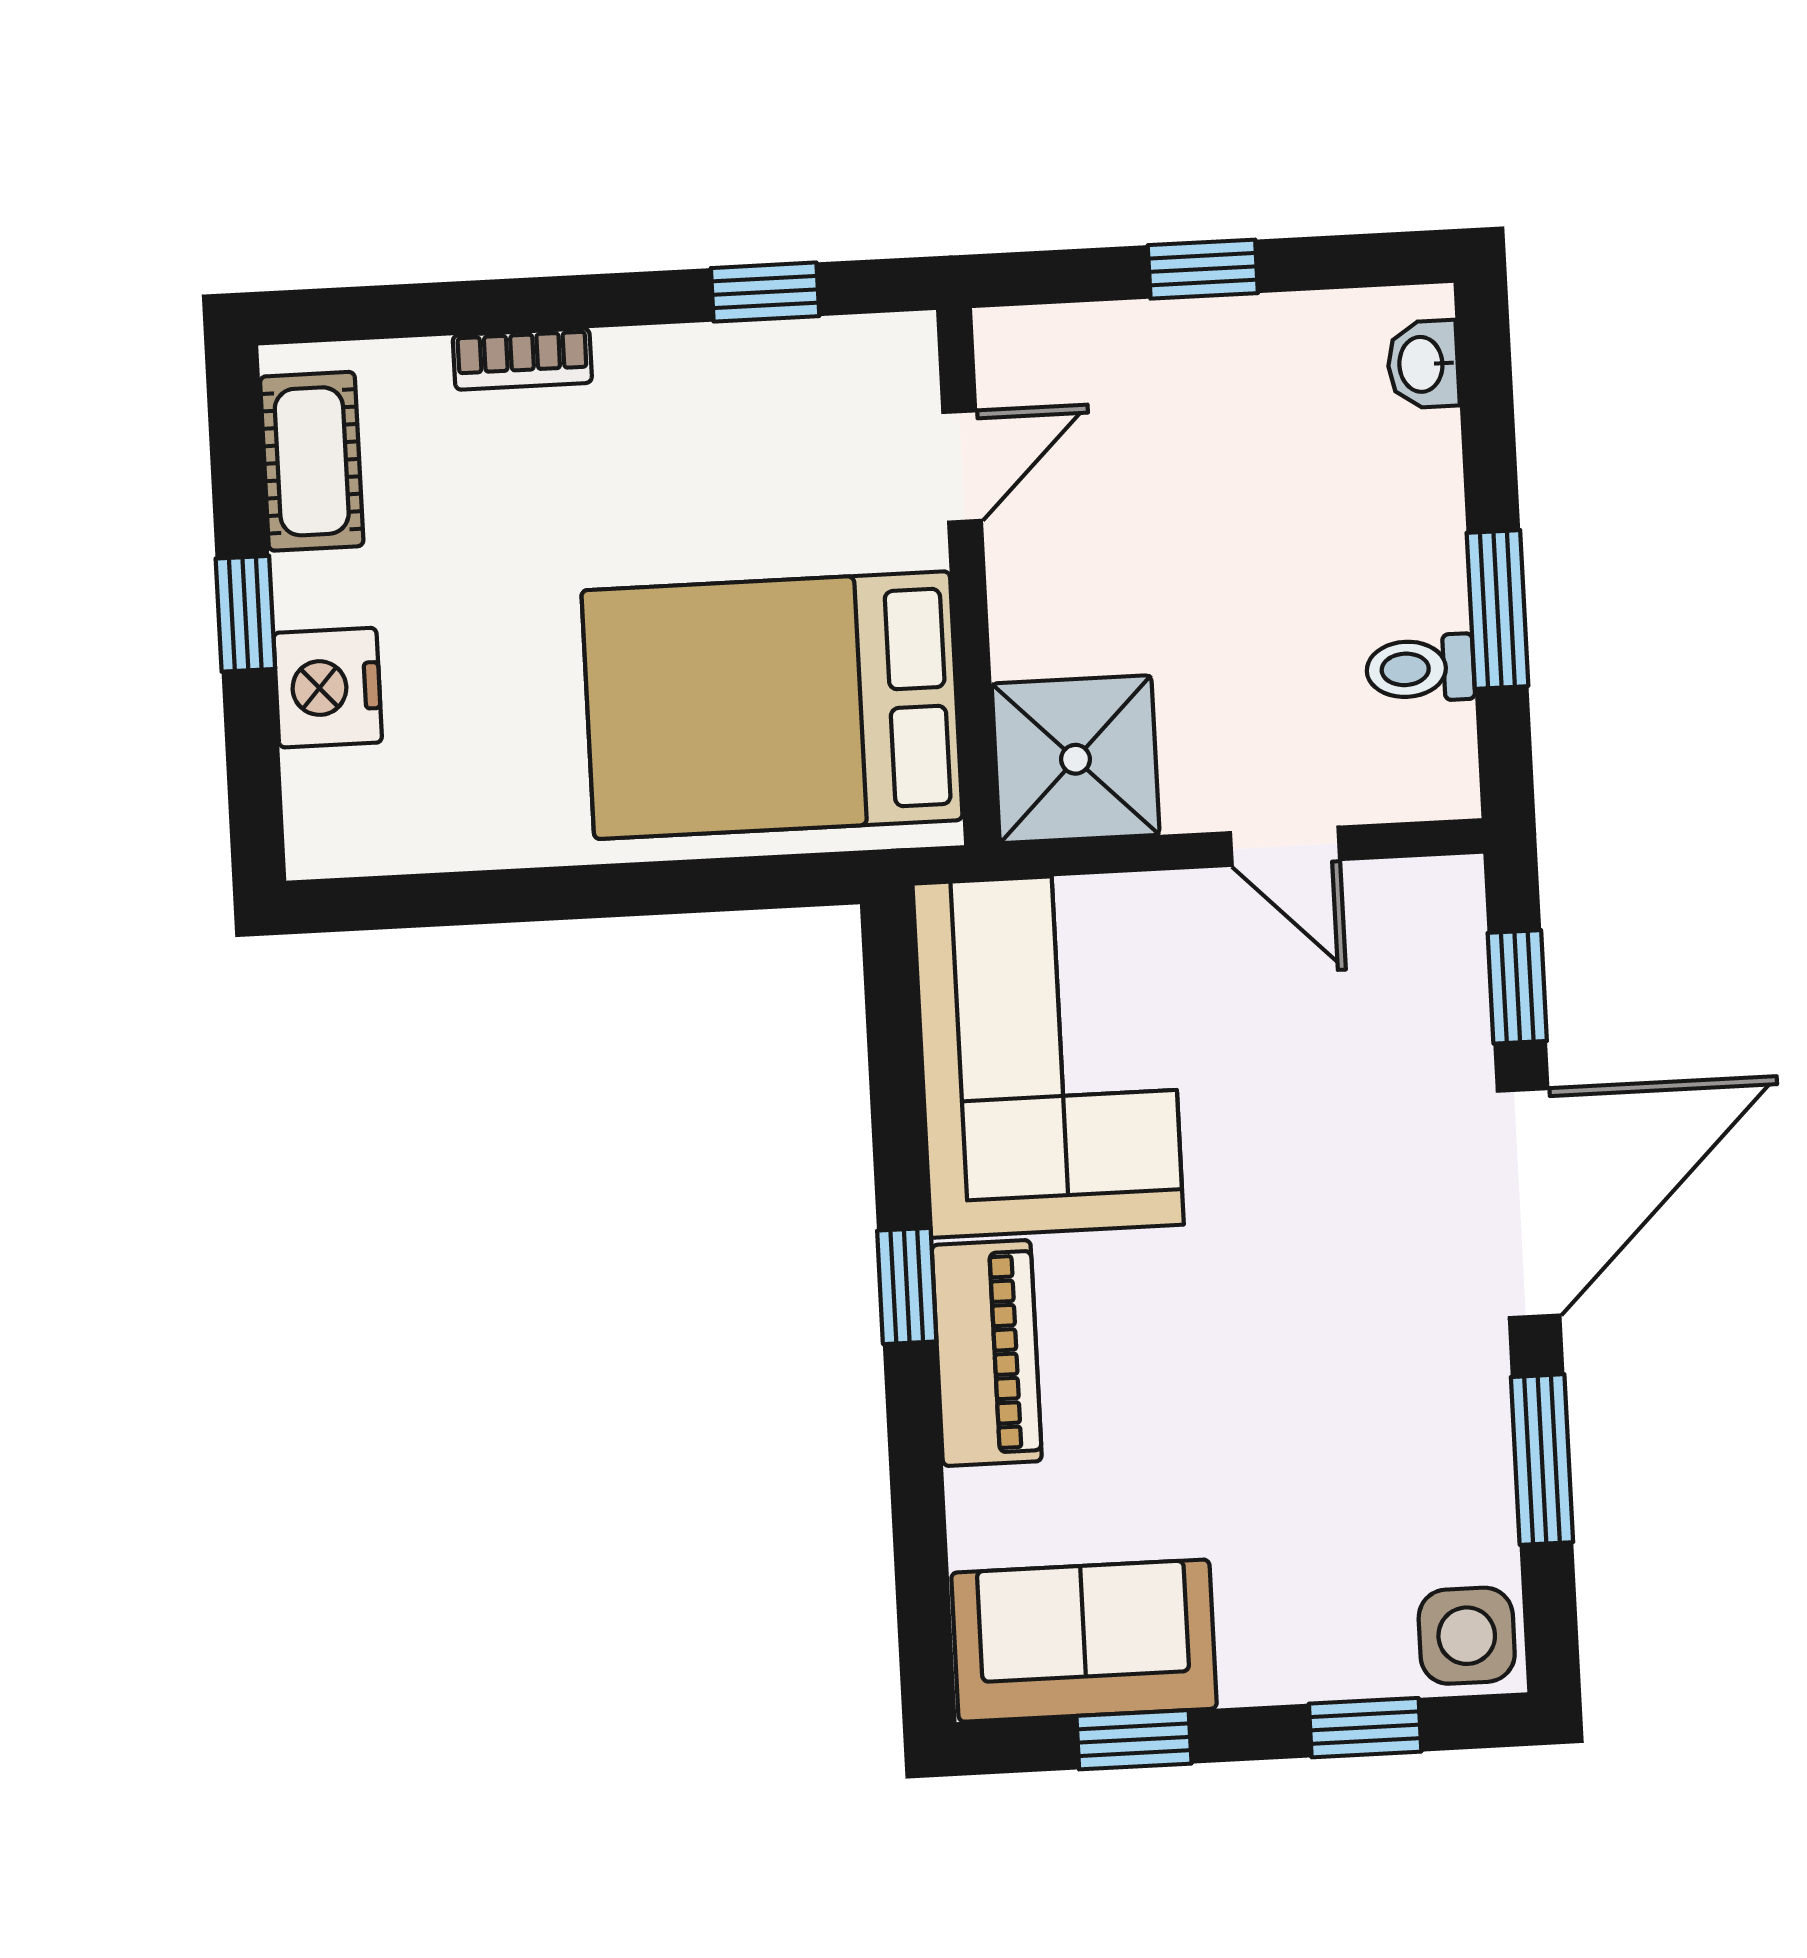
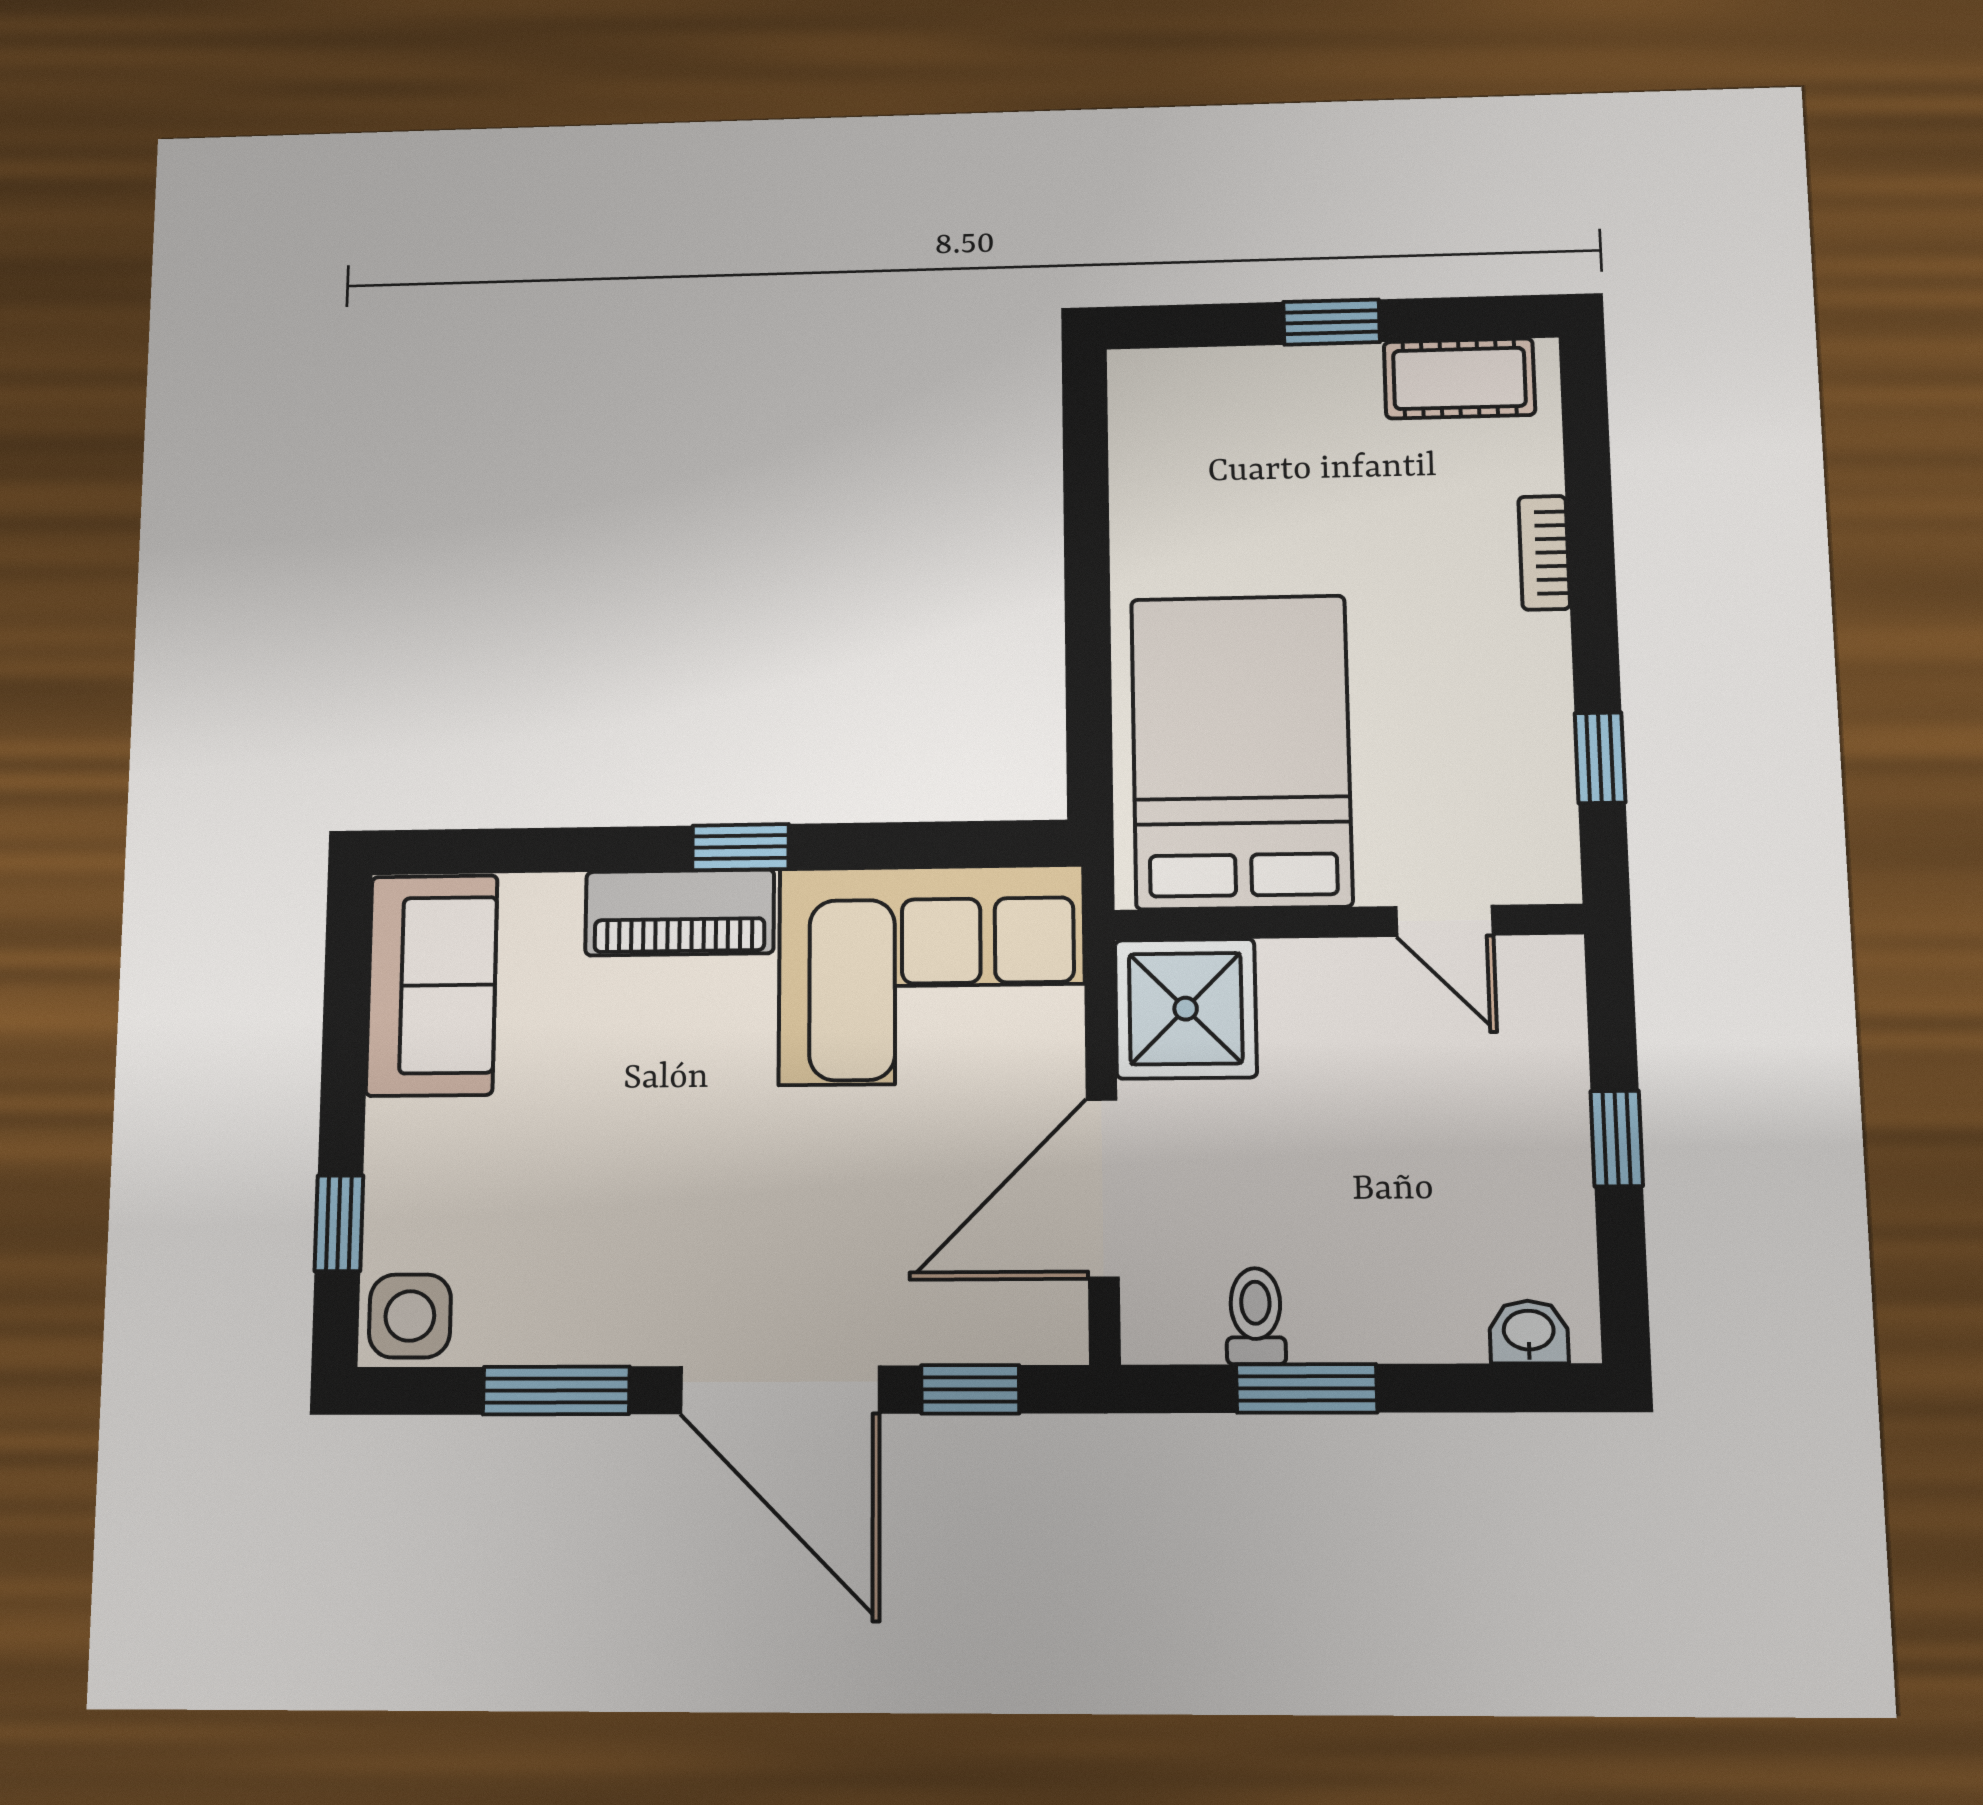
nightstand: (328, 688) -> (1267, 387), removed
door: (1285, 846) -> (1103, 1188), width x1.87
window: (1134, 1740) -> (345, 1024), removed

